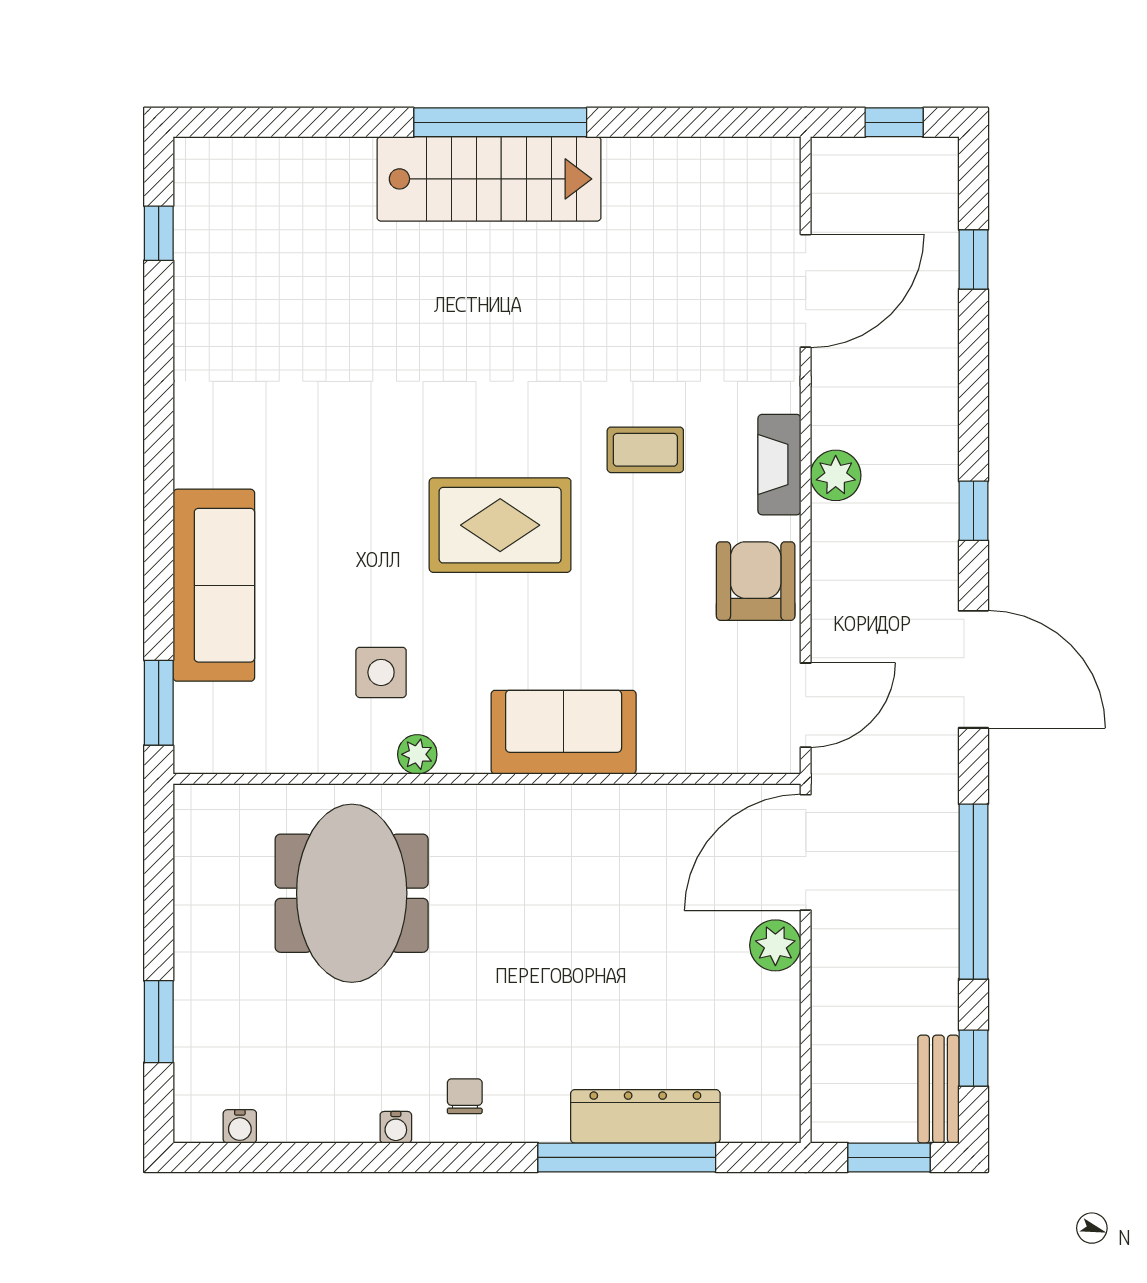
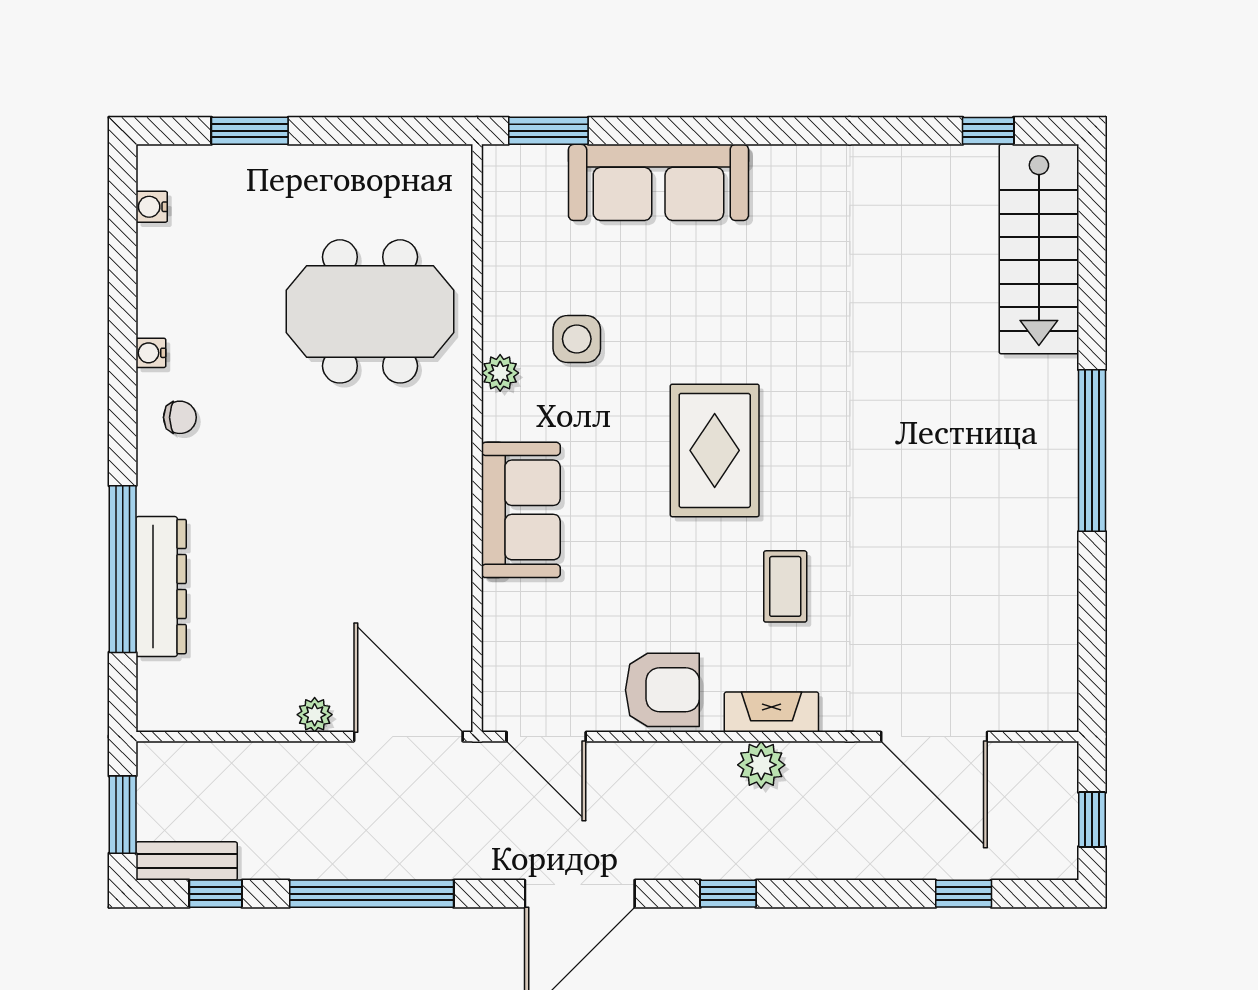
stairs: (489, 179) -> (1039, 249), moved
plant: (775, 945) -> (315, 715), width x0.73, depth x0.73

